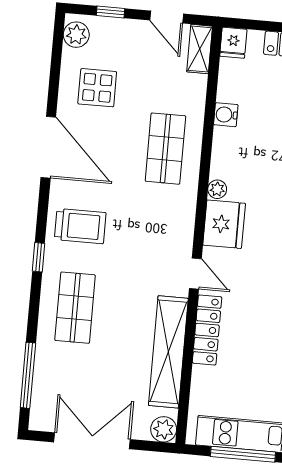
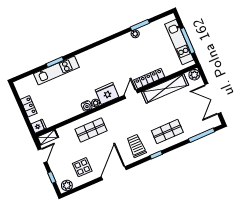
water cooler: (226, 115) -> (87, 106), moved

